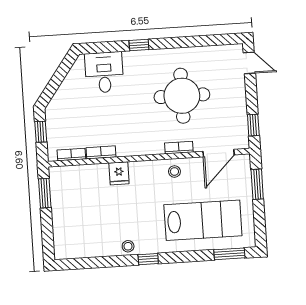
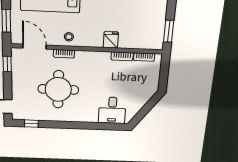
window: (139, 45) -> (31, 124), moved
window: (41, 132) -> (164, 75), removed
door: (219, 153) -> (34, 47), hinge flipped

